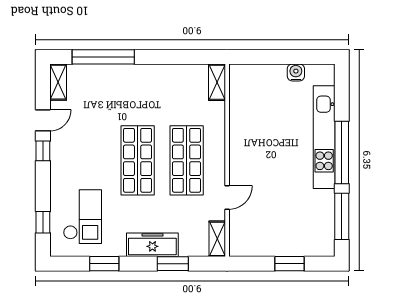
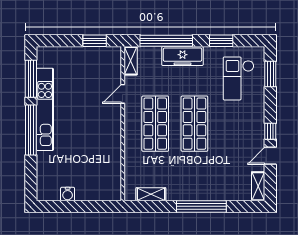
window: (103, 57) -> (201, 206), moved
shelving: (217, 82) -> (151, 194), moved, turned 90
kitchen unit: (324, 137) -> (45, 109), moved
window: (43, 222) -> (270, 74), width x1.50
window: (173, 264) -> (166, 41), width x2.11
window: (289, 264) -> (95, 41), moved

